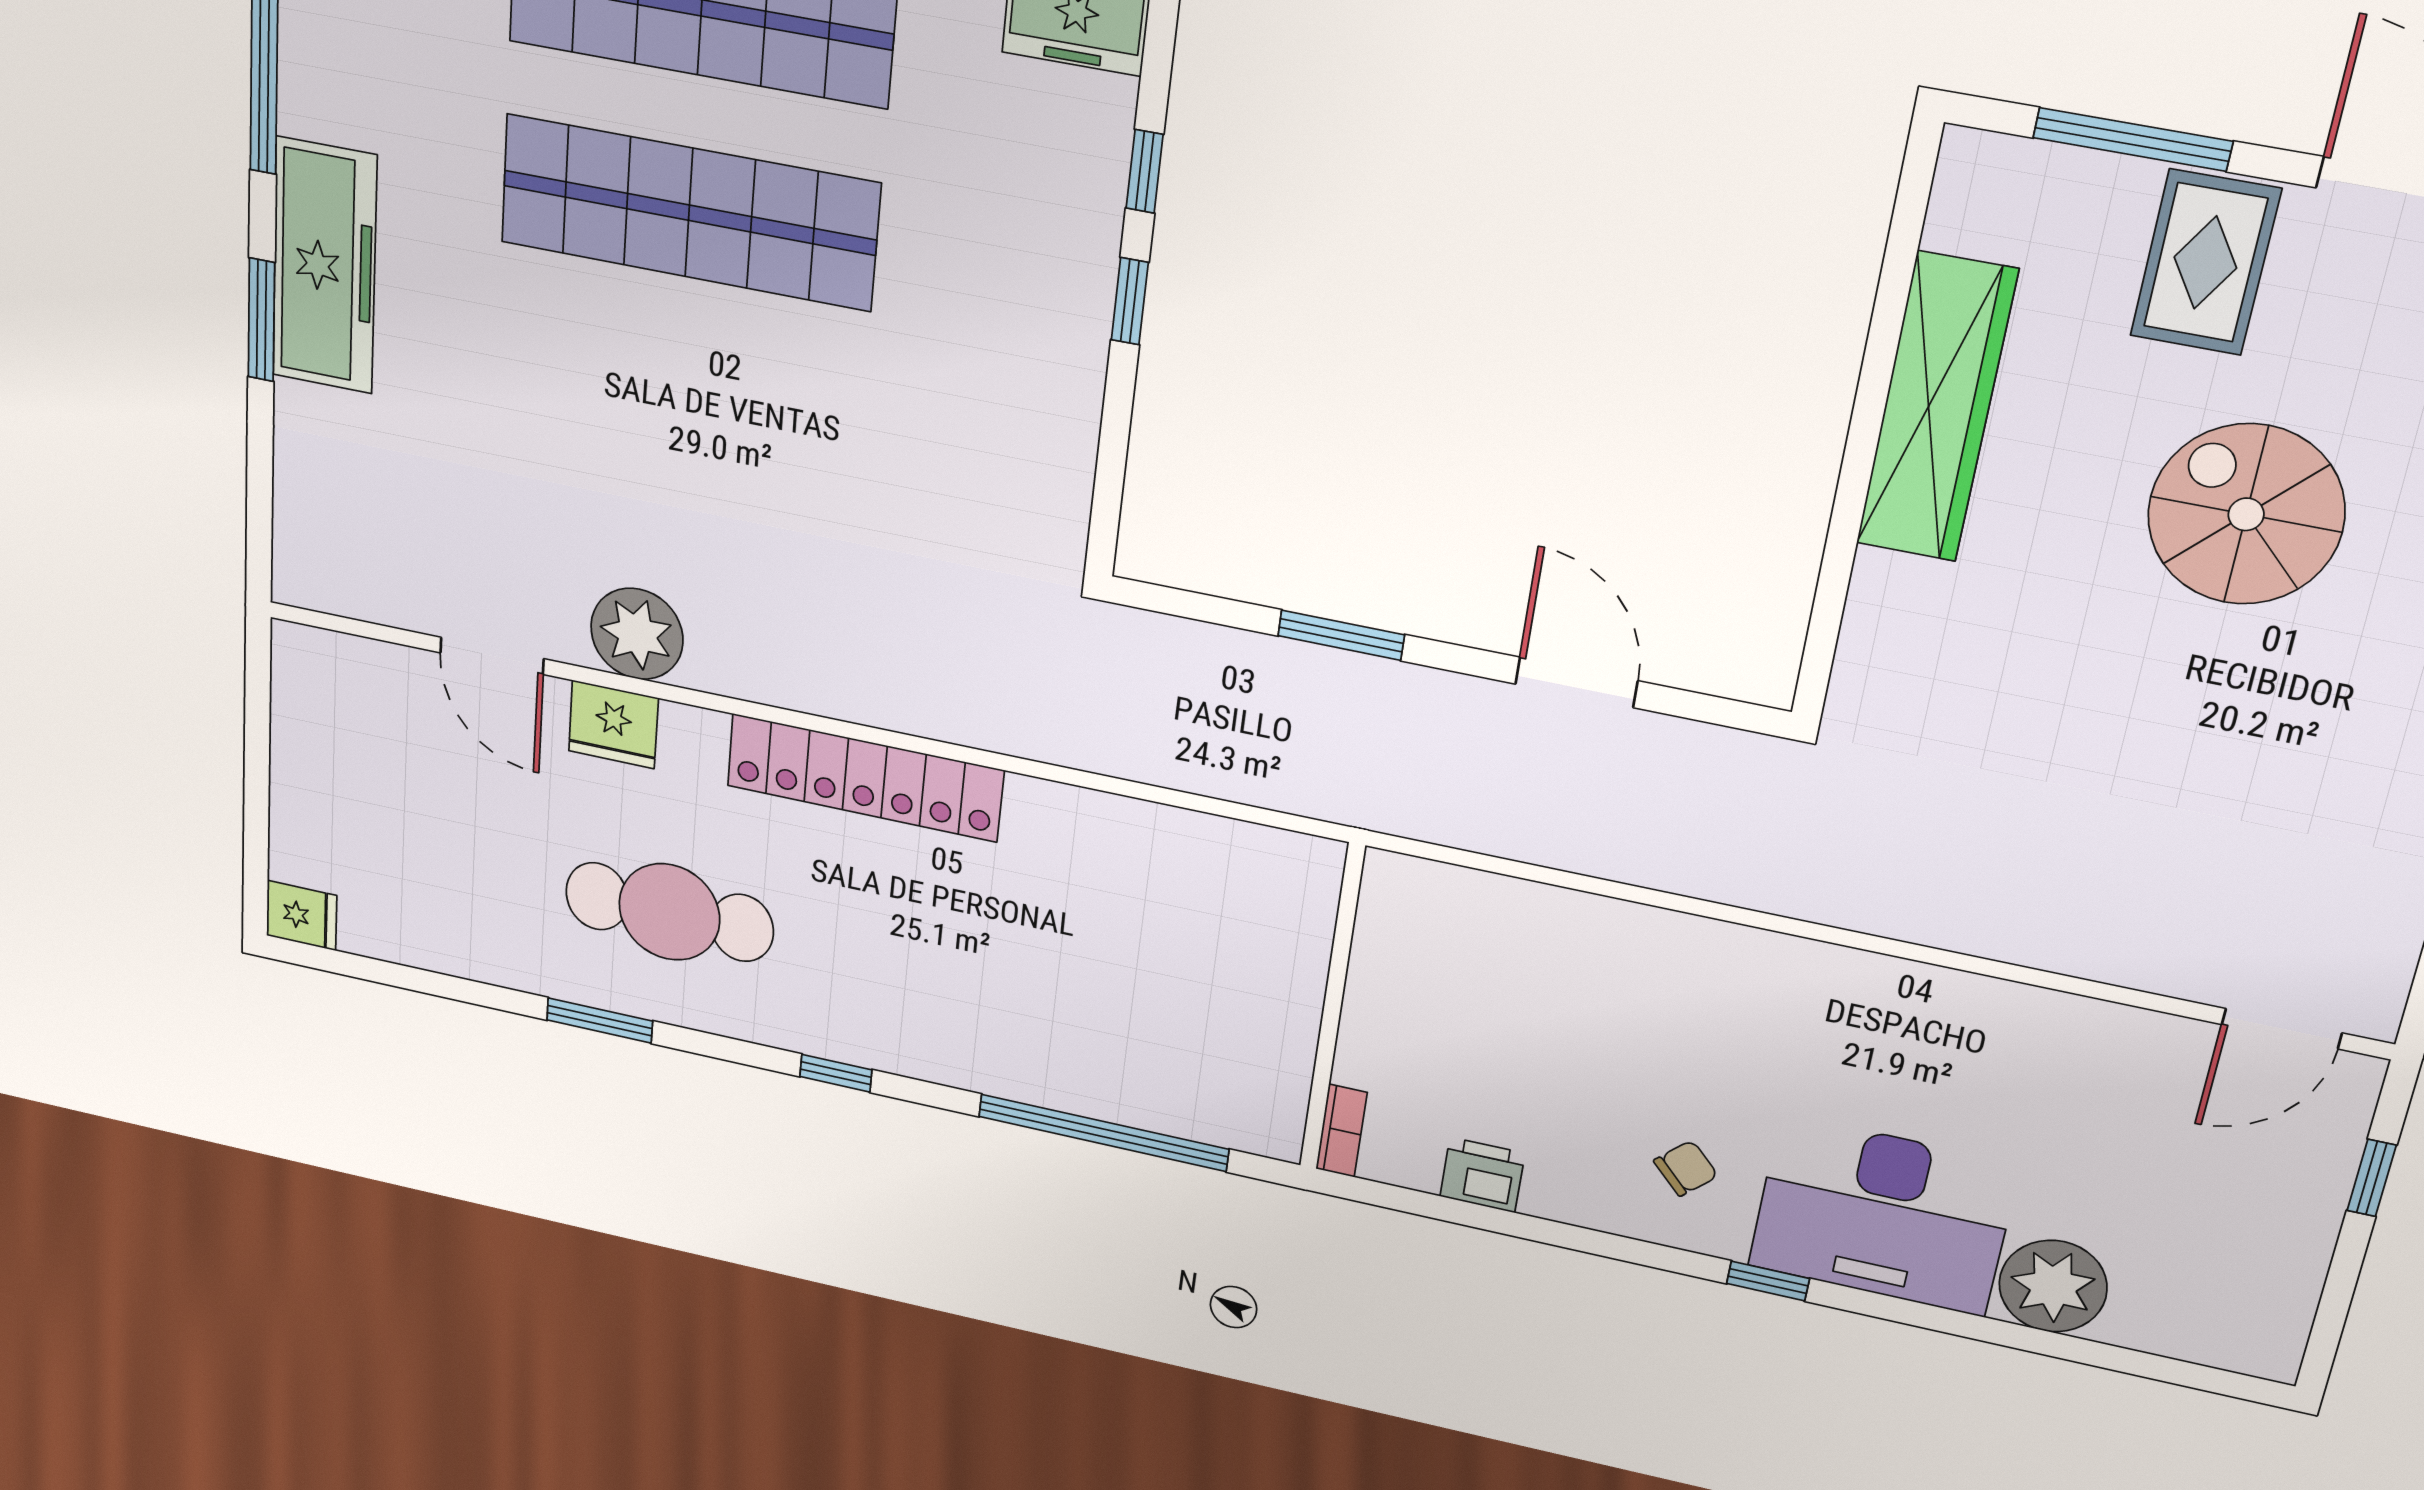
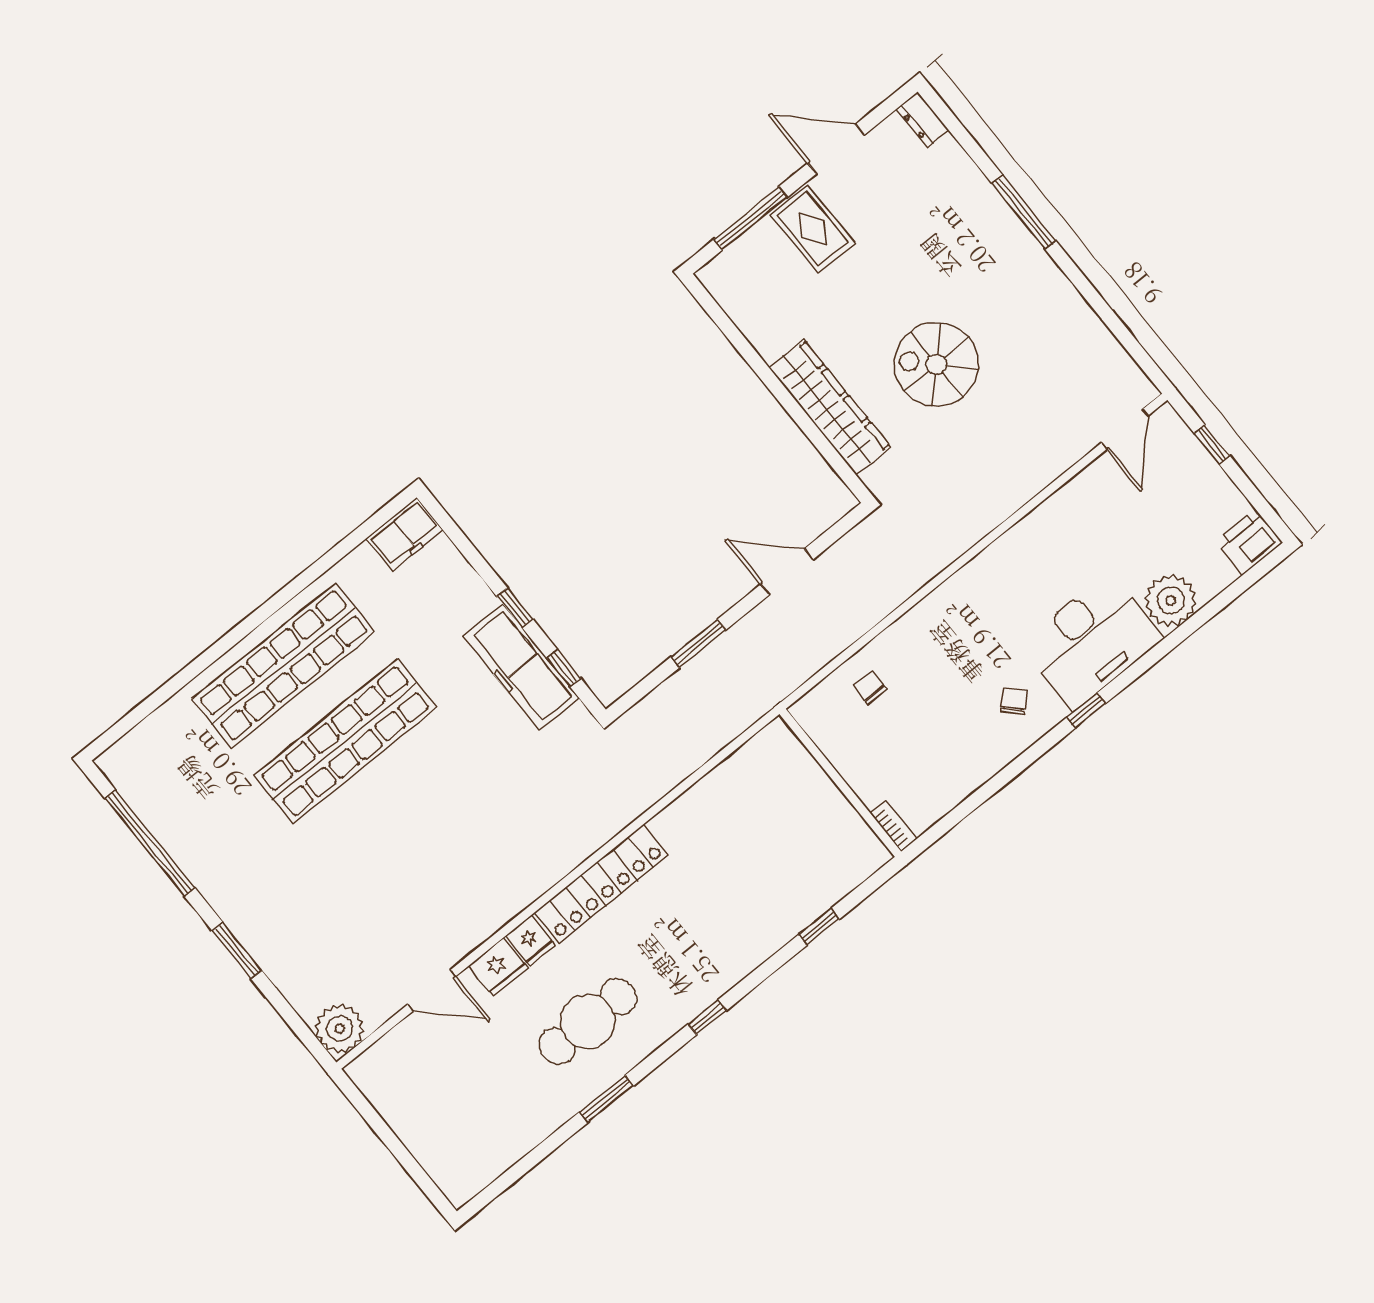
window: (1145, 171) -> (564, 668), moved
freezer: (324, 266) -> (521, 667), moved, turned 180
wardrobe: (1936, 408) -> (830, 407), moved
spiral stairs: (2246, 514) -> (936, 364), moved
plant: (637, 634) -> (340, 1029), moved
fridge: (302, 915) -> (531, 941), moved, turned 90
chair: (1513, 945) -> (870, 688), added
window: (1103, 1133) -> (819, 927), width x0.32
printer: (1482, 1175) -> (1249, 542), moved, width x1.36, depth x1.24

